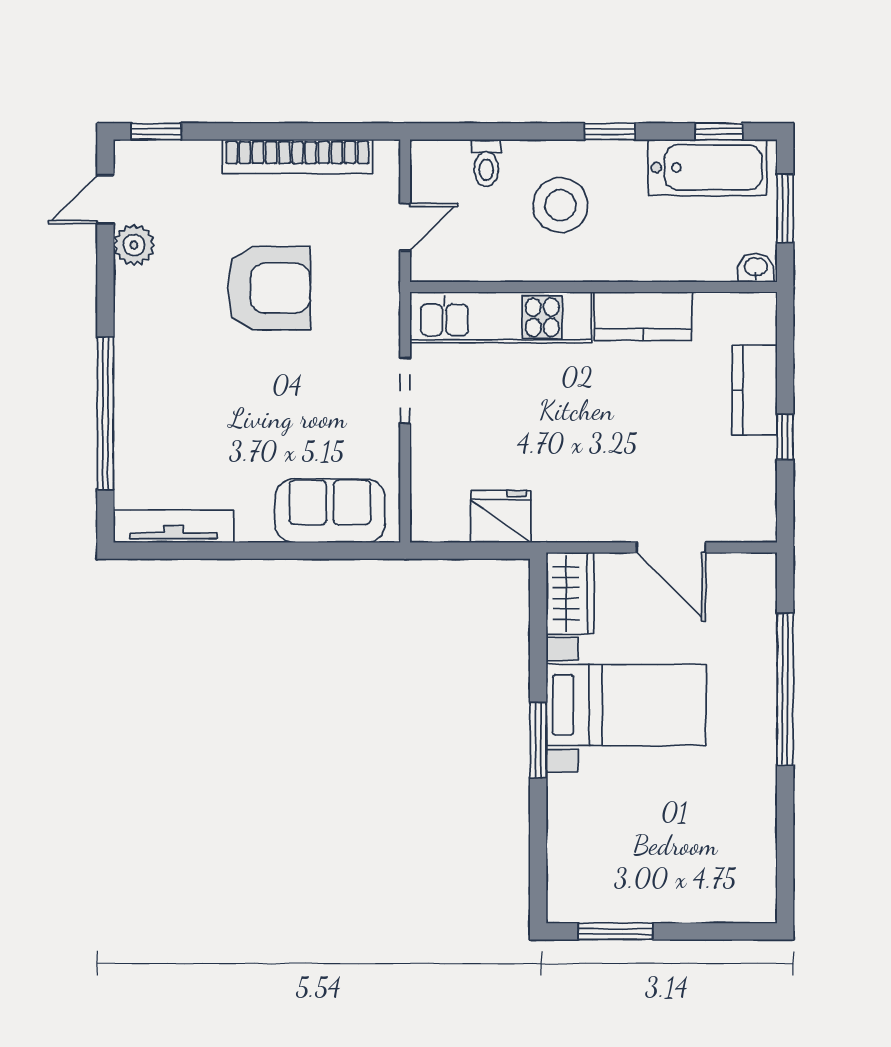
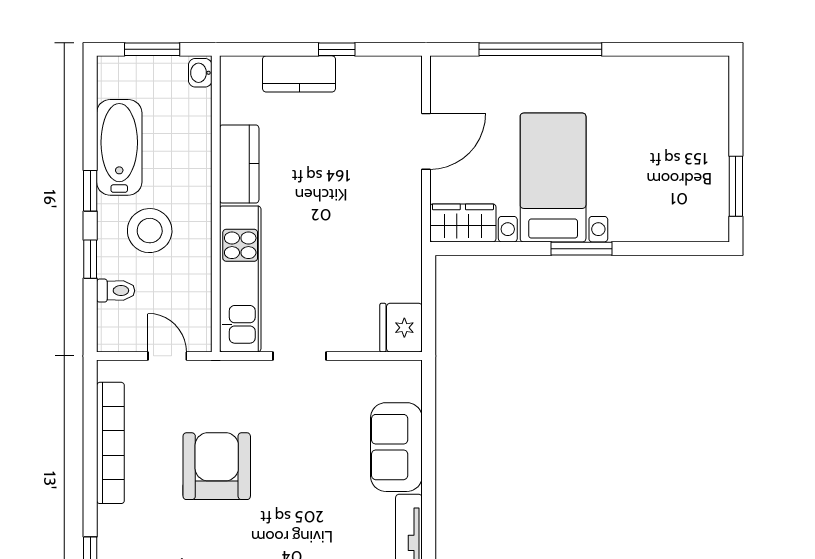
window: (719, 131) -> (90, 259), moved
bathtub: (707, 167) -> (119, 147), moved
sofa: (330, 511) -> (396, 447), moved
fridge: (501, 517) -> (401, 328), moved

